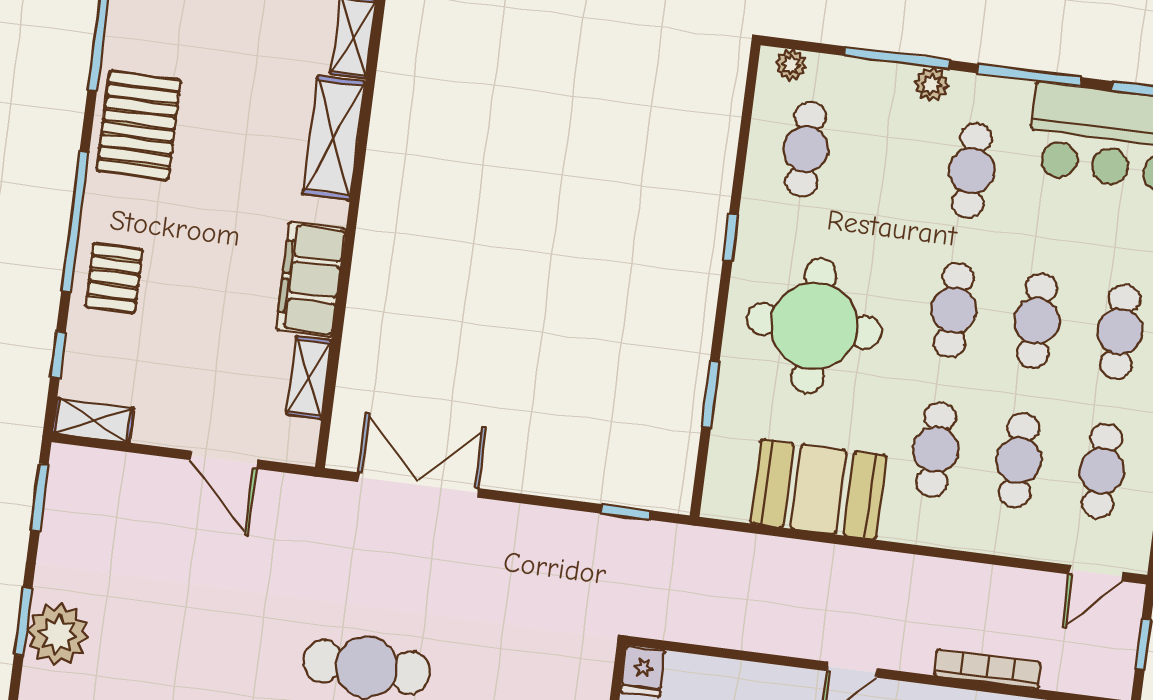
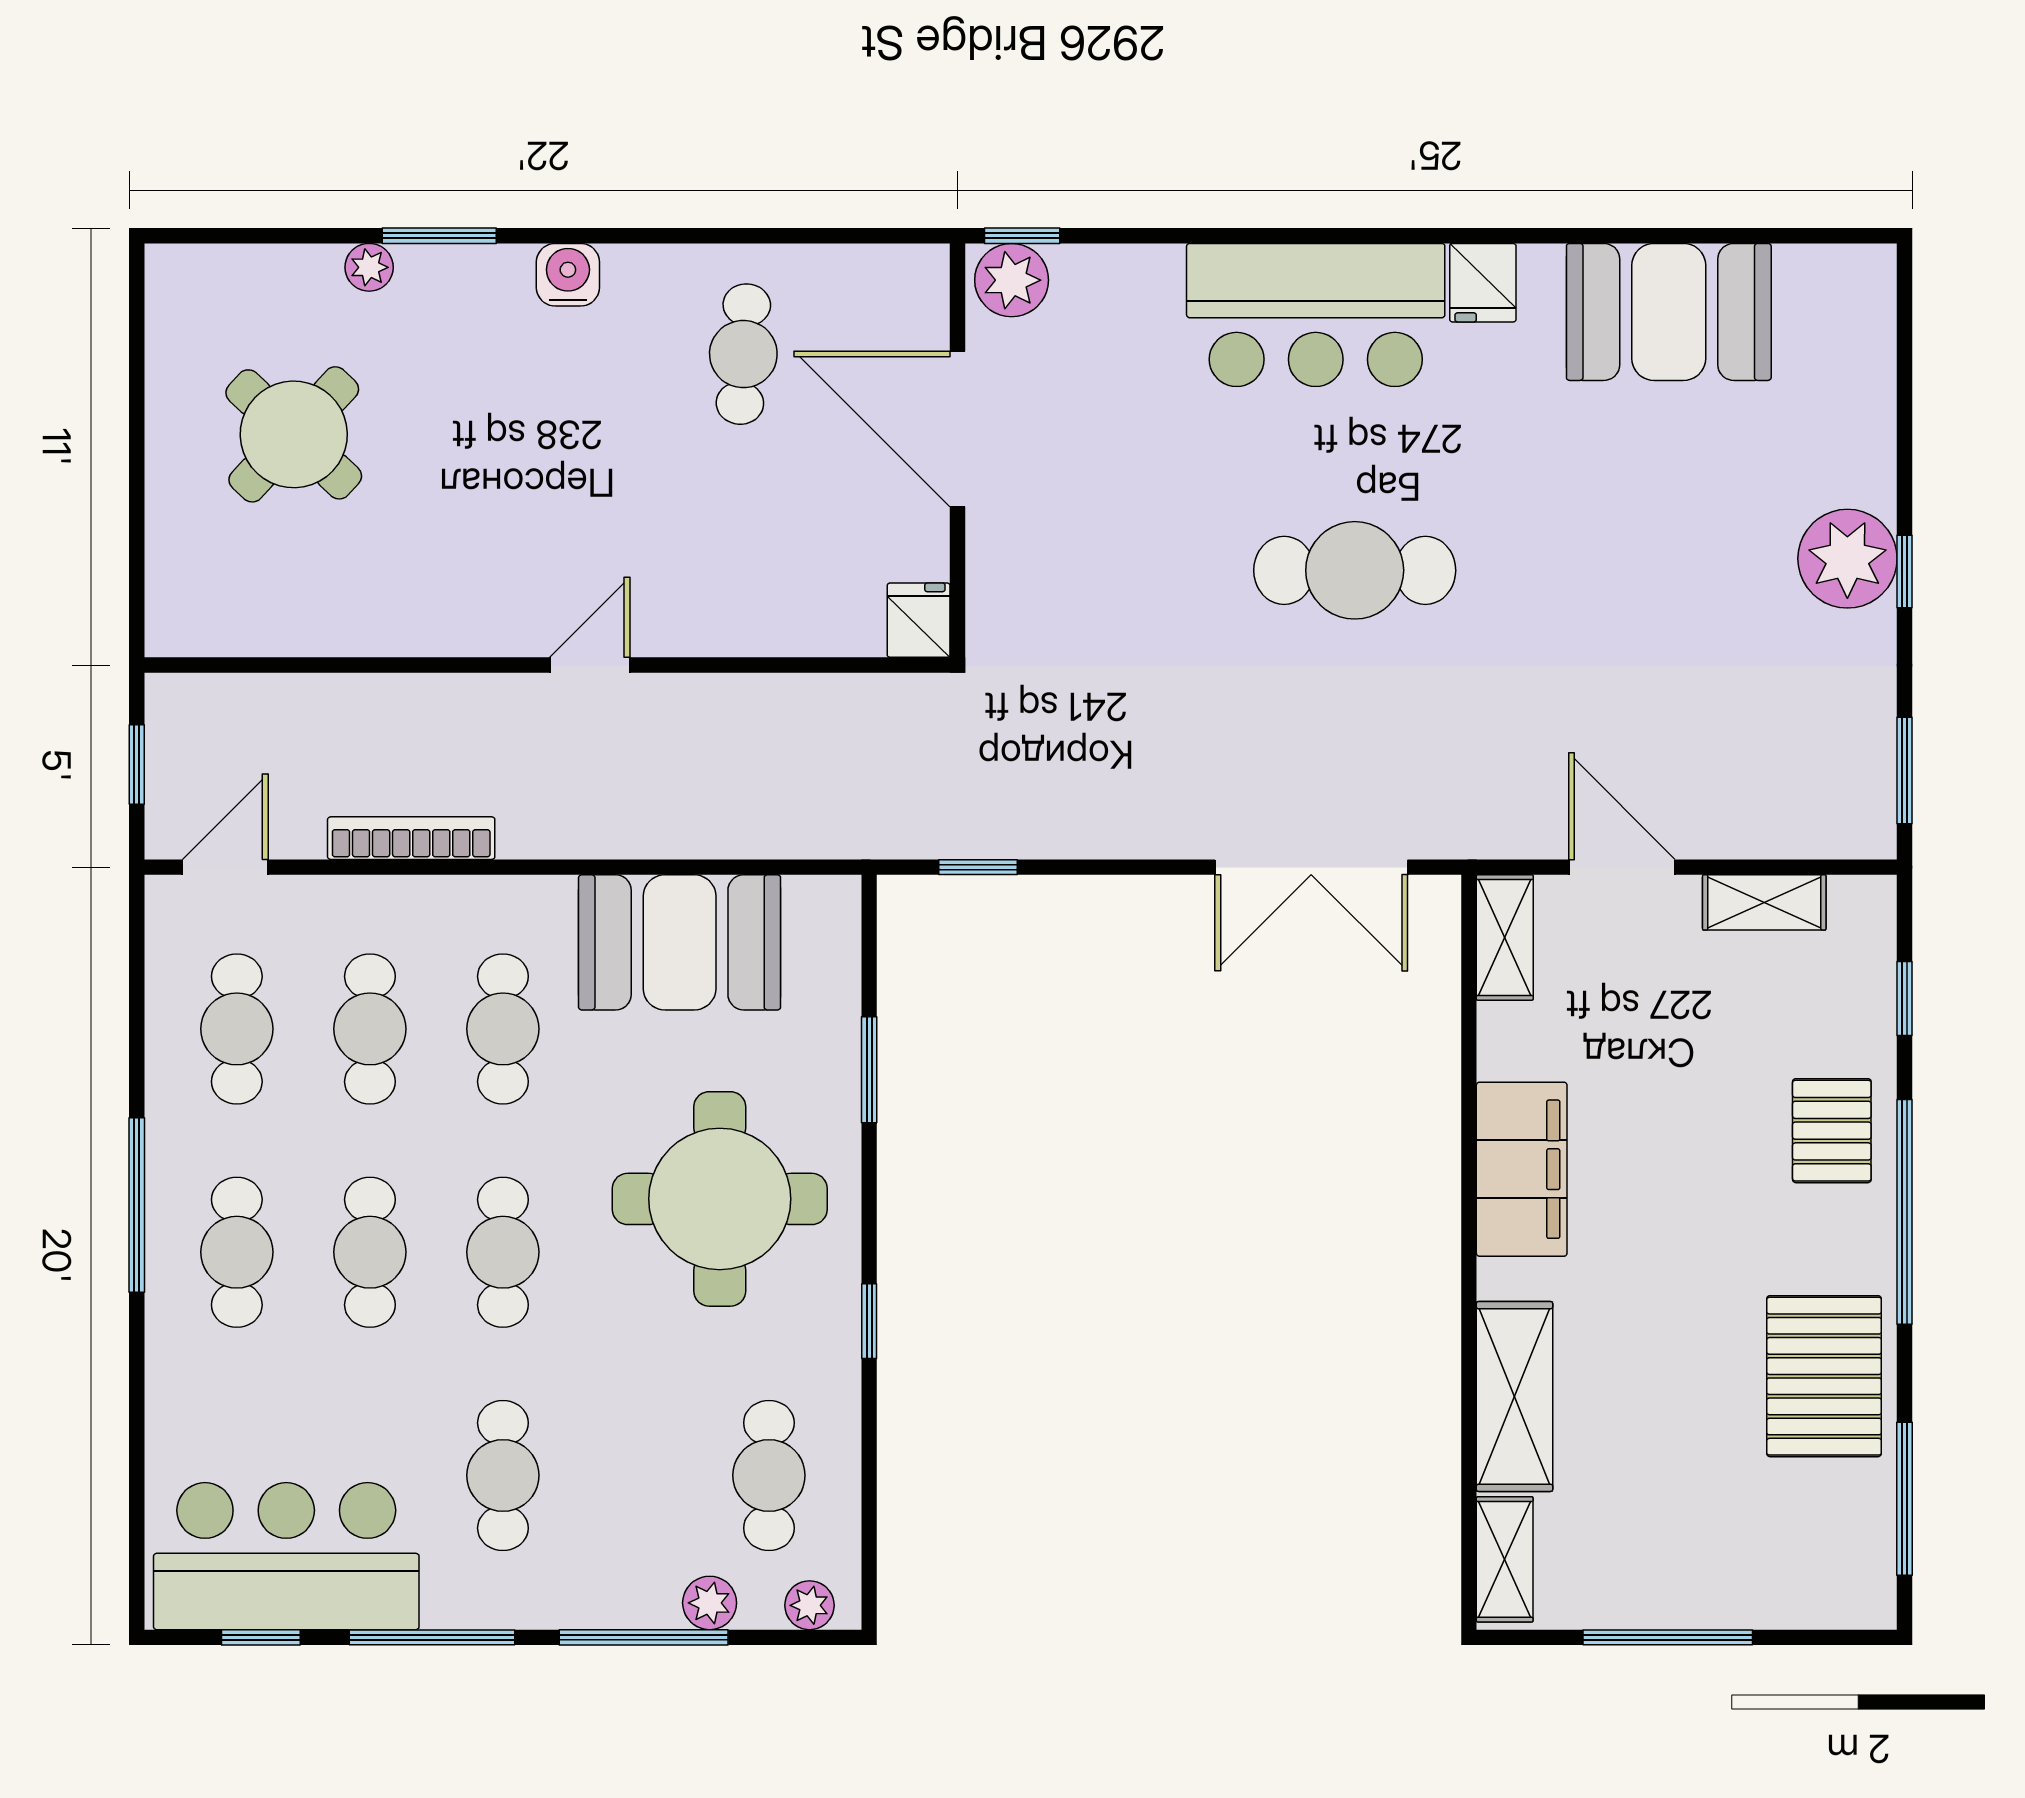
plant: (932, 84) -> (710, 1603), moved
shelving: (309, 377) -> (1505, 938), moved
shelving: (93, 420) -> (1764, 902), moved
window: (23, 621) -> (1905, 572), width x0.67
bookcase: (988, 669) -> (411, 838), moved, turned 180

